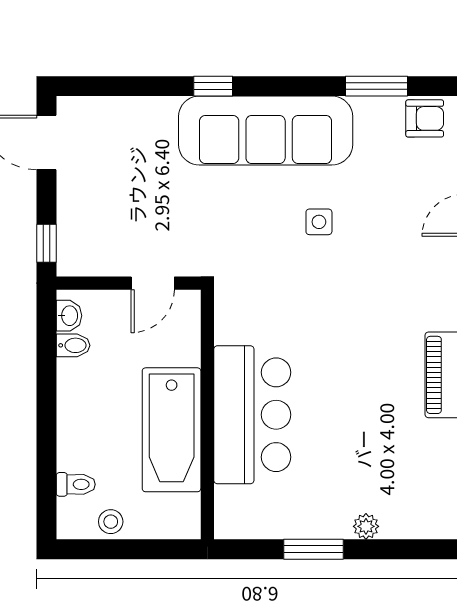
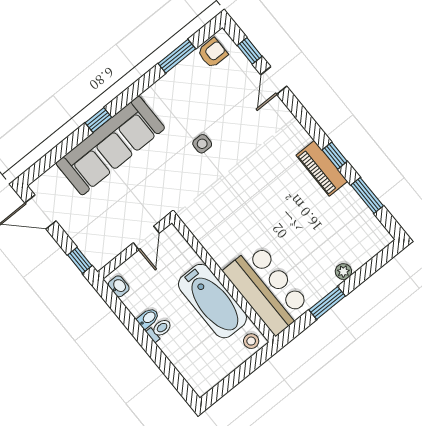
sofa: (266, 131) -> (110, 146), moved
bidet: (73, 345) -> (148, 318), moved
bar counter: (252, 415) -> (267, 289), moved
toilet: (76, 484) -> (159, 330), moved
stool: (111, 522) -> (251, 341), moved

